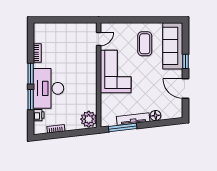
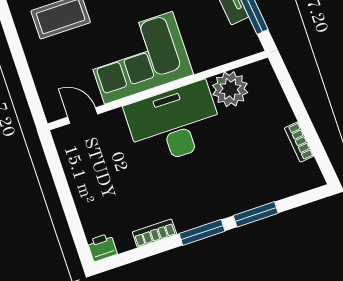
desk: (49, 88) -> (174, 123), moved, turned 180
printer: (39, 115) -> (102, 247), moved
plant: (89, 119) -> (230, 89), moved

